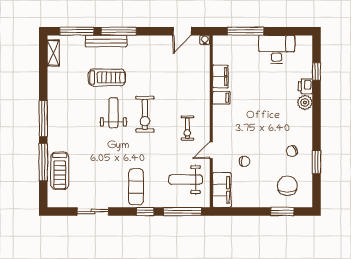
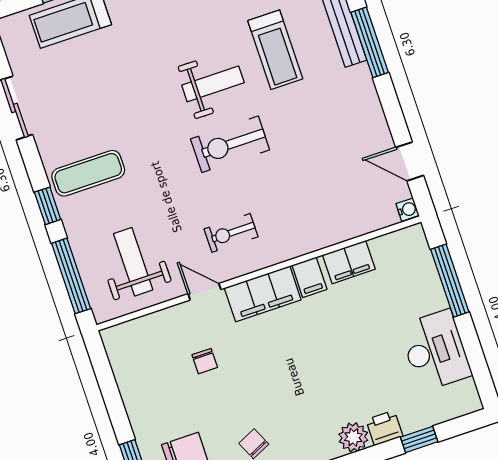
filing cabinet: (222, 190) -> (263, 294), moved

